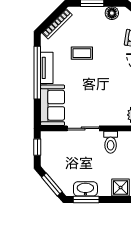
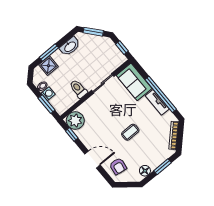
coffee table: (82, 53) -> (130, 132), moved
window: (86, 200) -> (49, 53), moved

